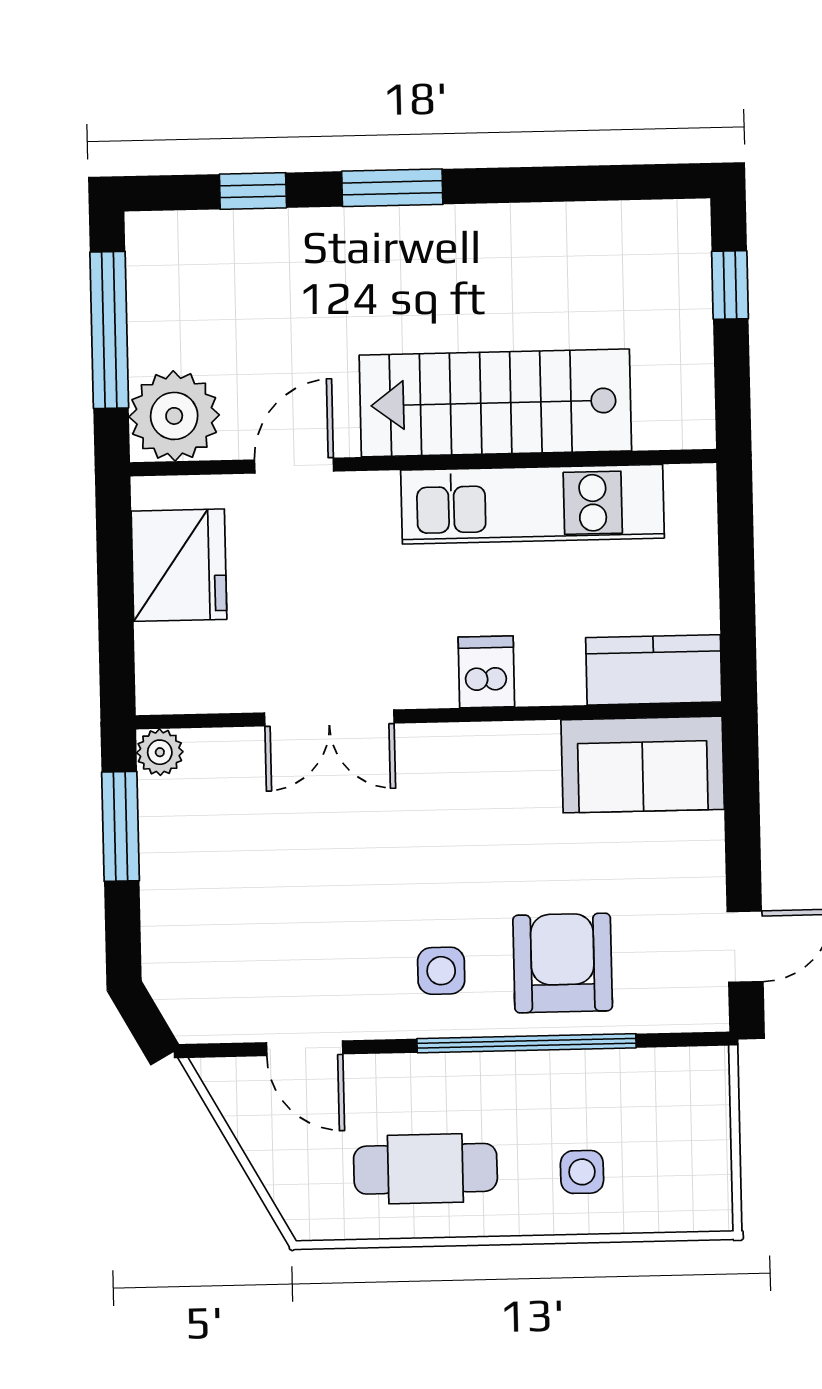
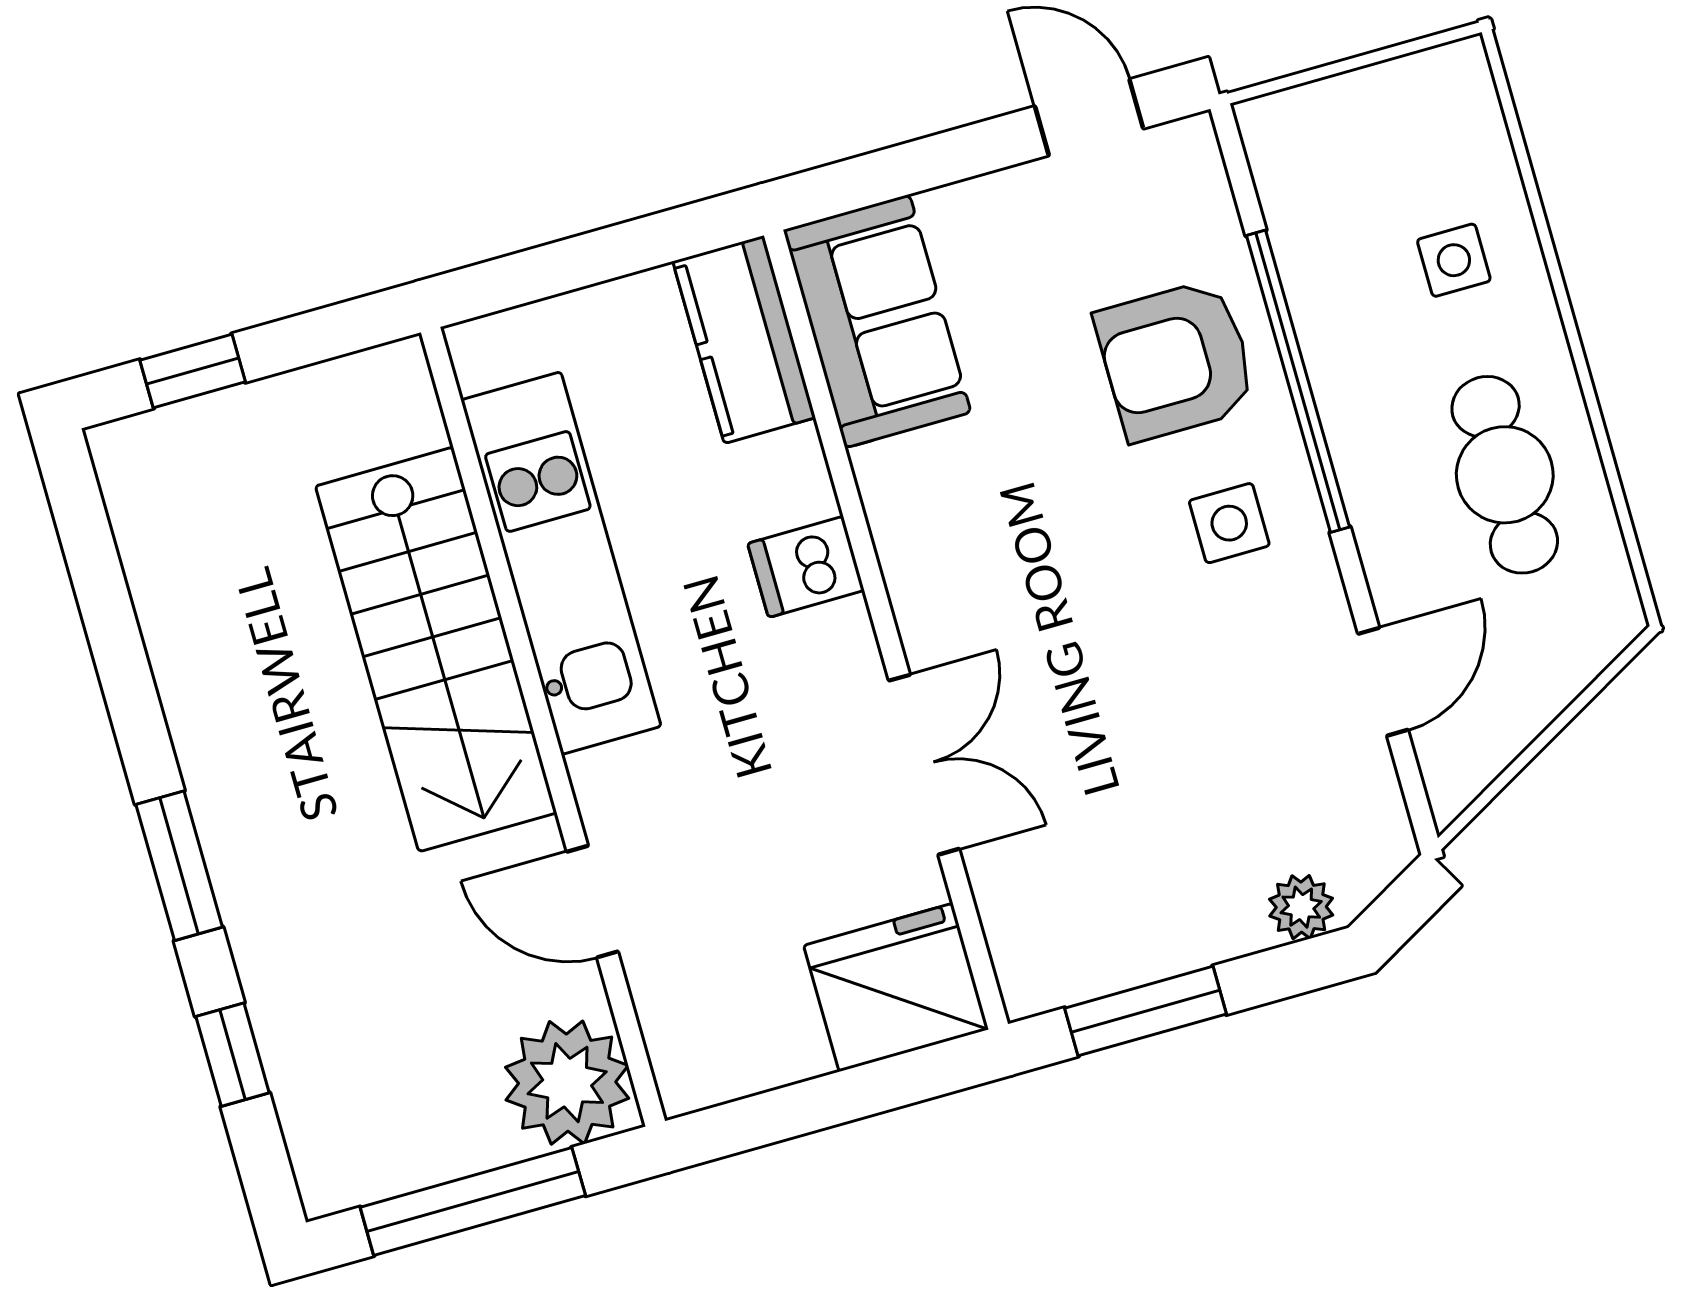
fridge: (179, 565) -> (896, 987), moved
plant: (160, 752) -> (1301, 907), moved

